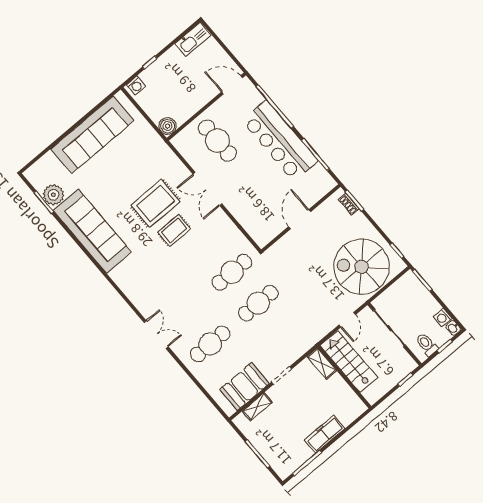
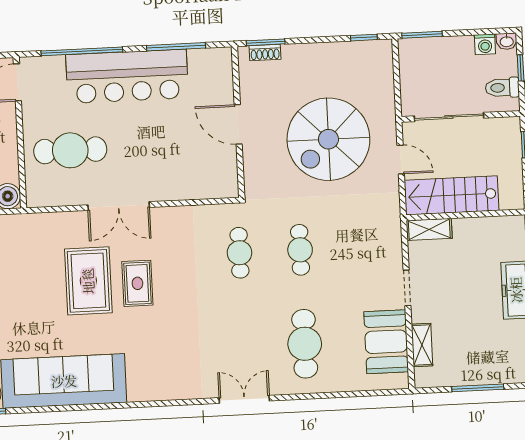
spiral stairs: (361, 267) -> (328, 139), moved
cafe table: (232, 272) -> (239, 253), width x0.73, depth x0.74
cafe table: (258, 303) -> (300, 250), width x0.73, depth x0.74

